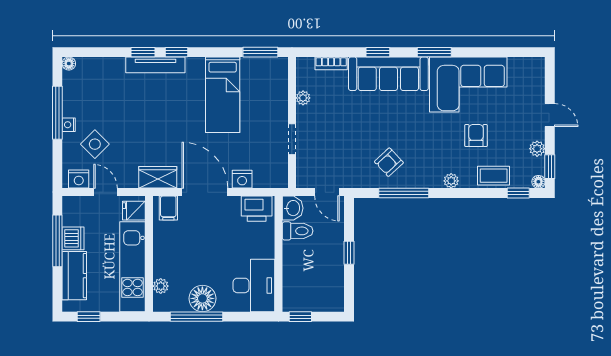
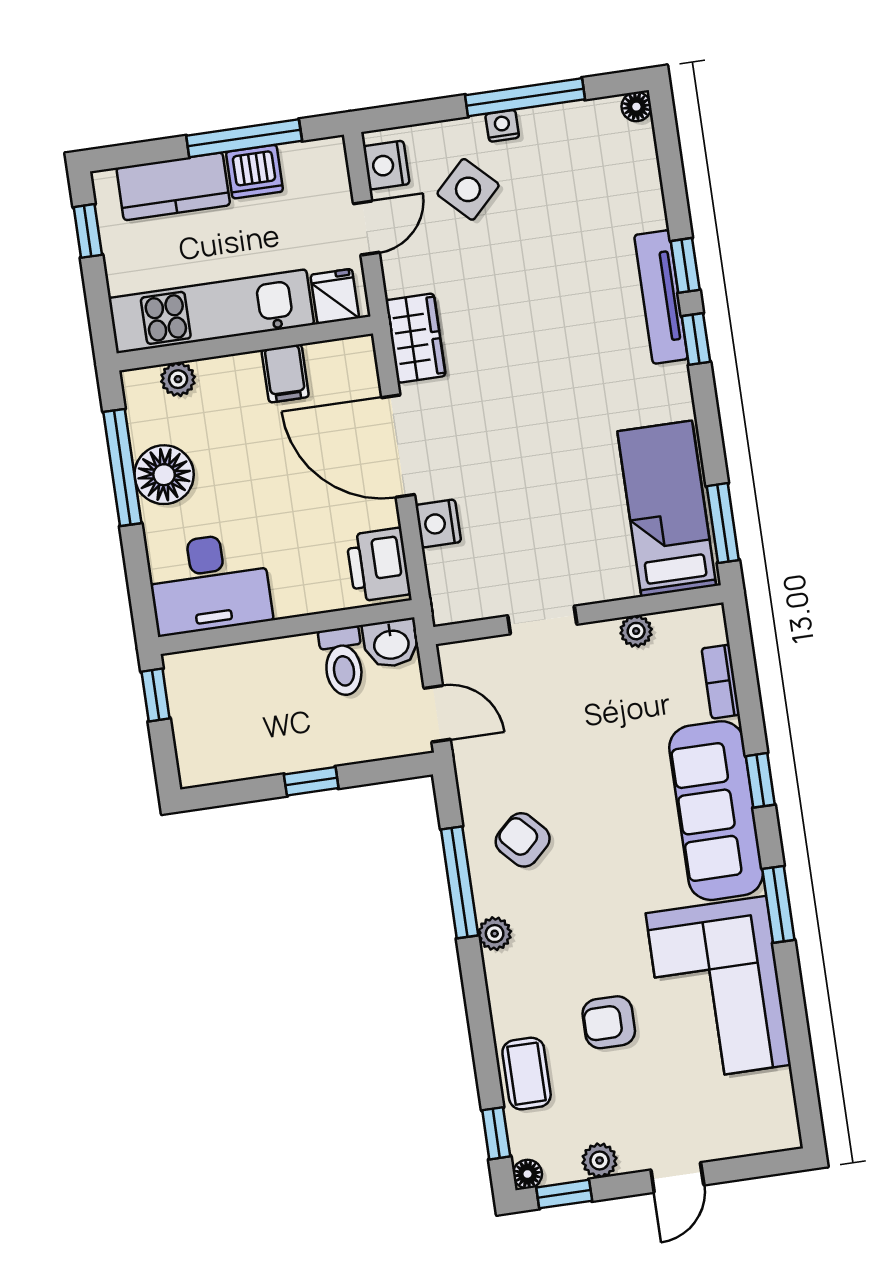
bed: (223, 95) -> (667, 509), moved, turned 90
armchair: (476, 136) -> (609, 1022), turned 180
plant: (451, 181) -> (495, 934), moved
door: (205, 192) -> (398, 446), swing flipped
door: (327, 192) -> (437, 714), swing flipped
filing cabinet: (168, 208) -> (285, 373), moved, turned -90

